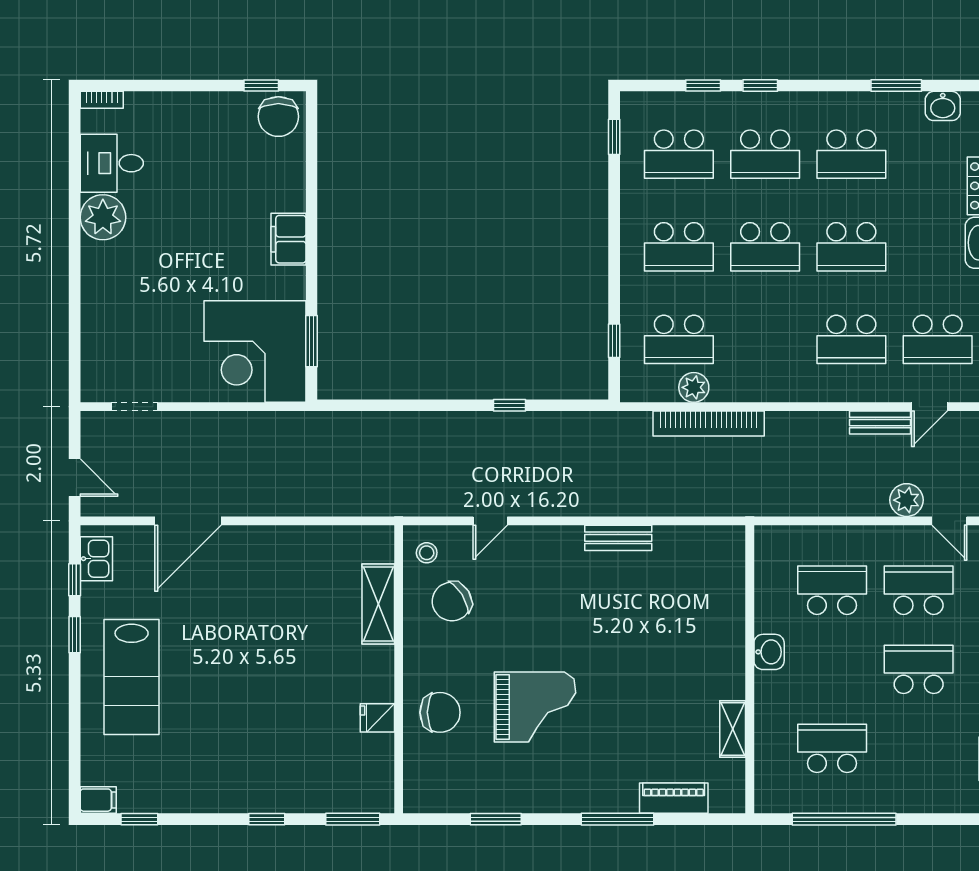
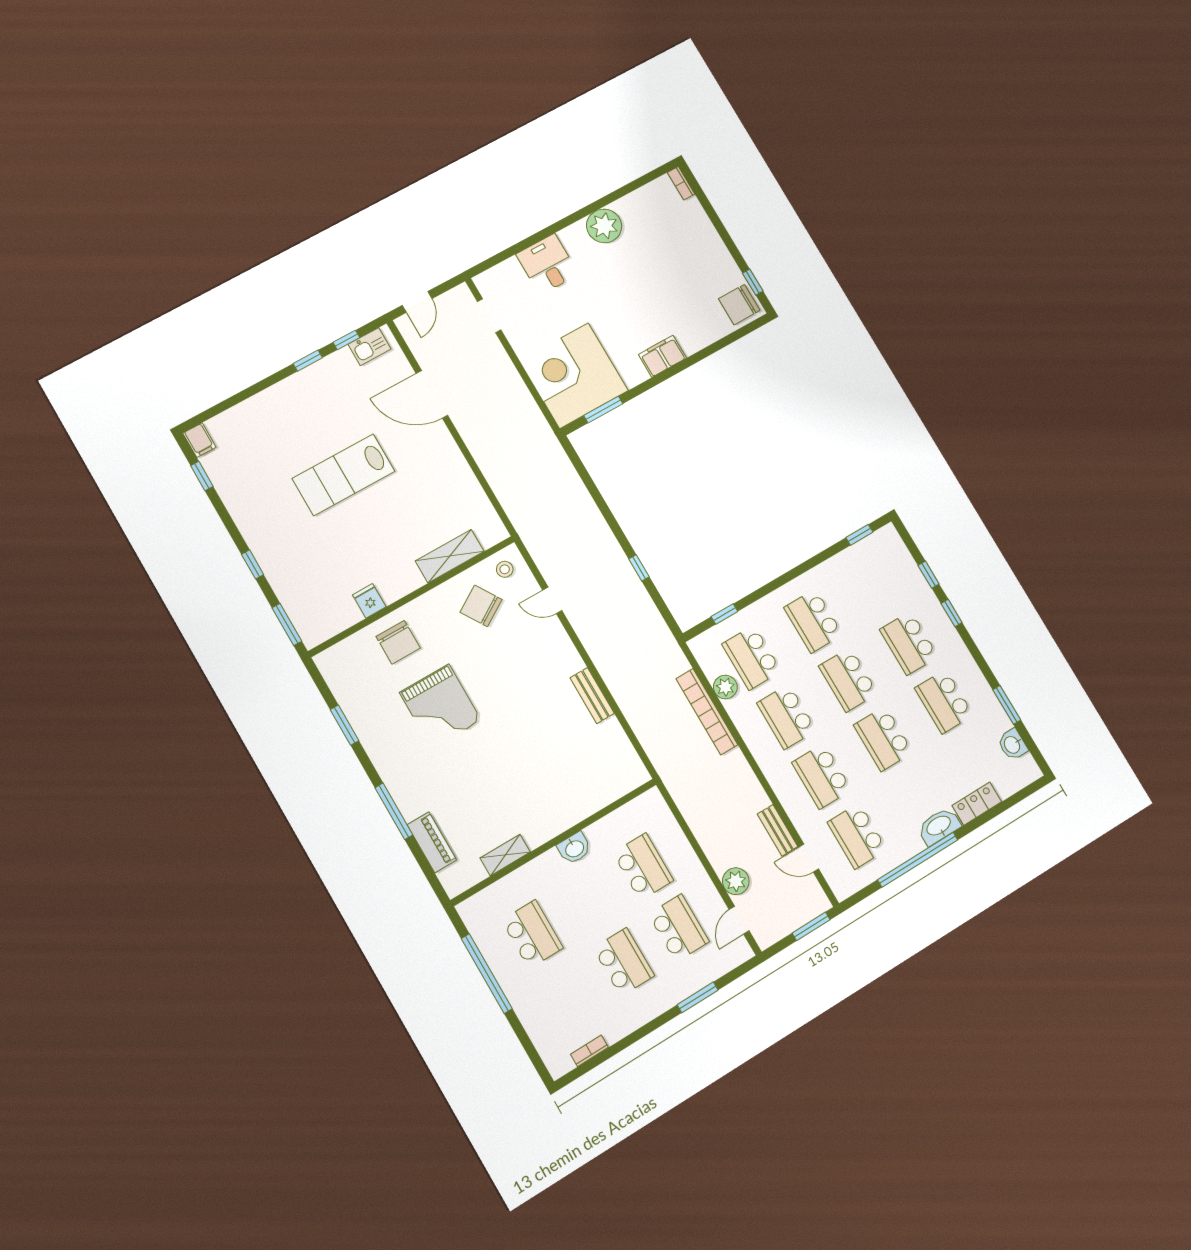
school desk: (679, 154) -> (787, 717), moved
desk: (112, 163) -> (547, 264), moved
lab bench: (132, 677) -> (344, 475), moved

